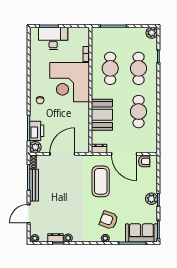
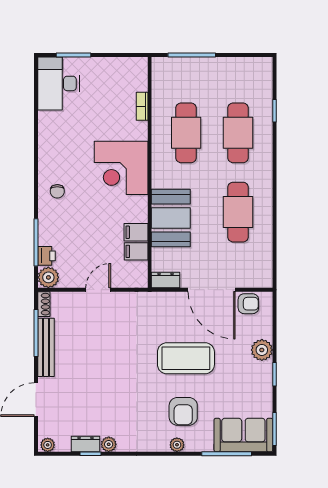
plant: (152, 33) -> (262, 67), removed
desk: (53, 38) -> (59, 83), moved, turned -90
corner desk: (70, 82) -> (121, 168), width x0.74, depth x0.74
filing cabinet: (83, 123) -> (136, 232), added
printer: (37, 131) -> (46, 256), width x0.53, depth x0.68
filing cabinet: (83, 133) -> (136, 251), added
door: (62, 154) -> (98, 290), width x0.53
coffee table: (101, 181) -> (186, 358), moved, turned 90
plant: (151, 199) -> (262, 350), moved
armchair: (109, 220) -> (183, 411), turned -110

